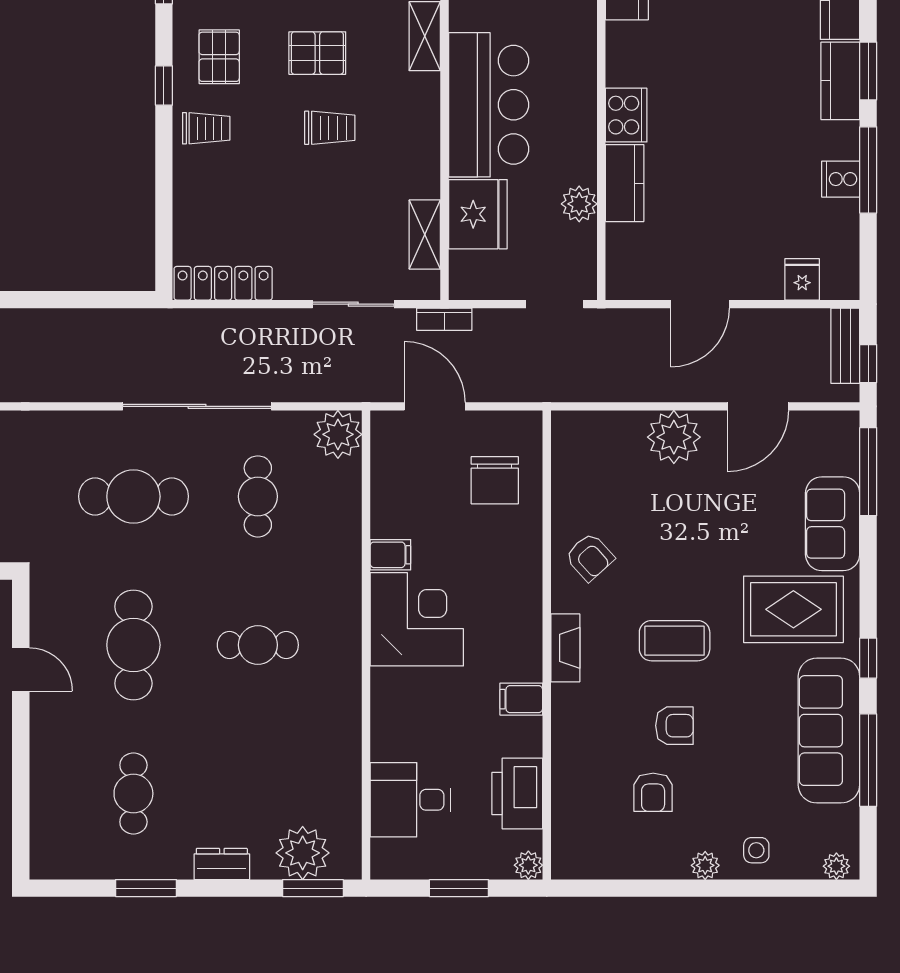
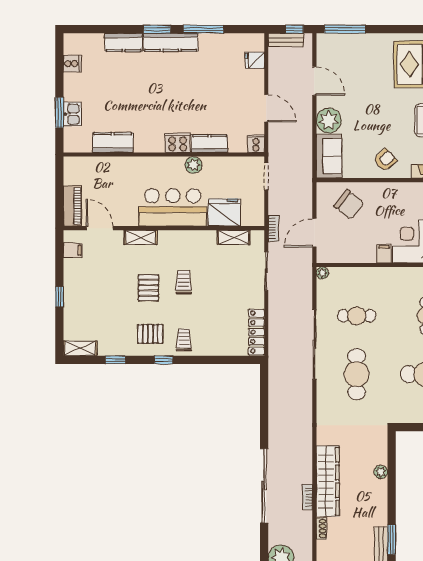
kitchen counter: (840, 81) -> (171, 42), width x1.50
cooker: (841, 179) -> (256, 144), moved, turned 180
plant: (579, 204) -> (194, 165), moved
plant: (338, 434) -> (322, 273), width x0.53, depth x0.53
chair: (495, 480) -> (349, 205), turned 39
sofa: (833, 524) -> (329, 156), moved, turned -90

